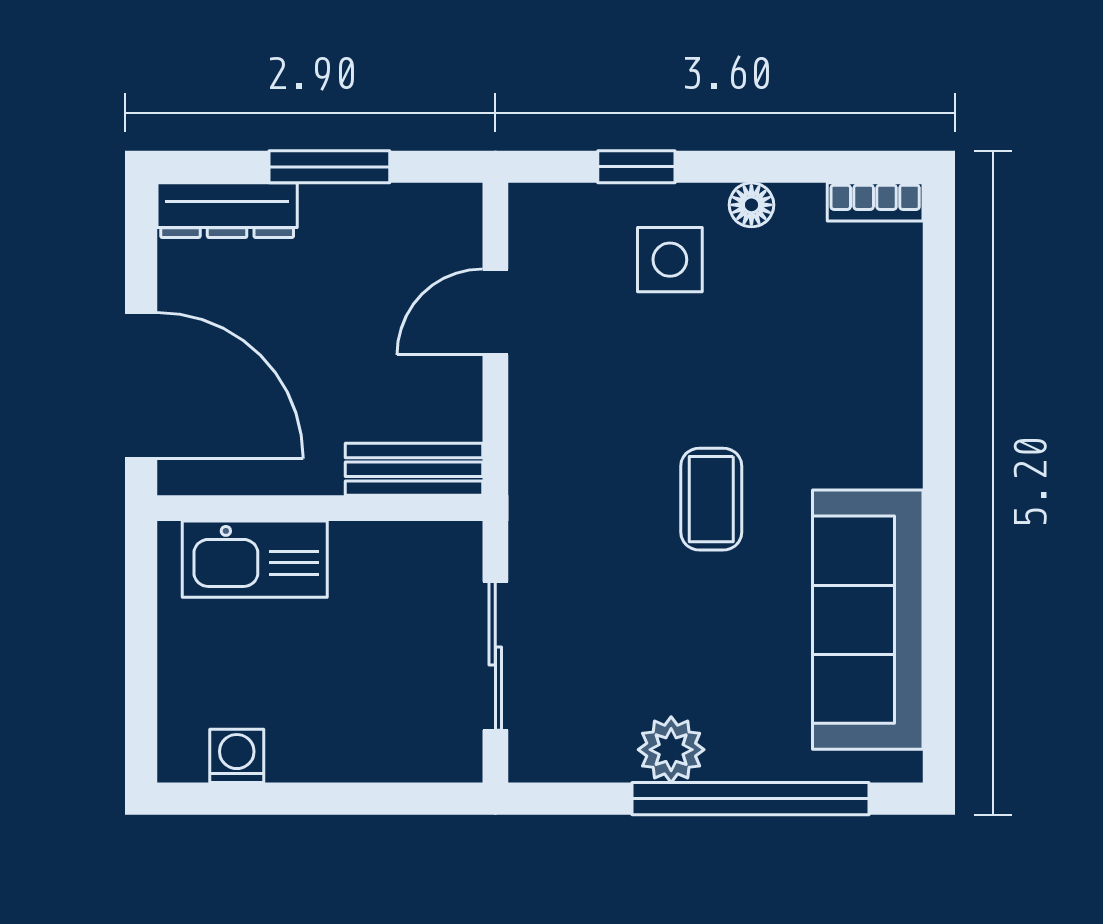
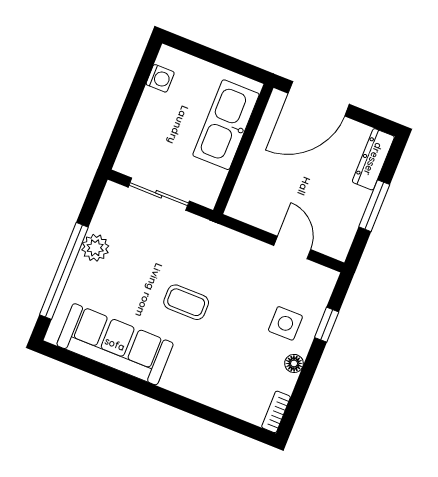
bench: (414, 469) -> (244, 192), removed
kitchen sink: (255, 559) -> (226, 125), width x1.36, depth x1.24

